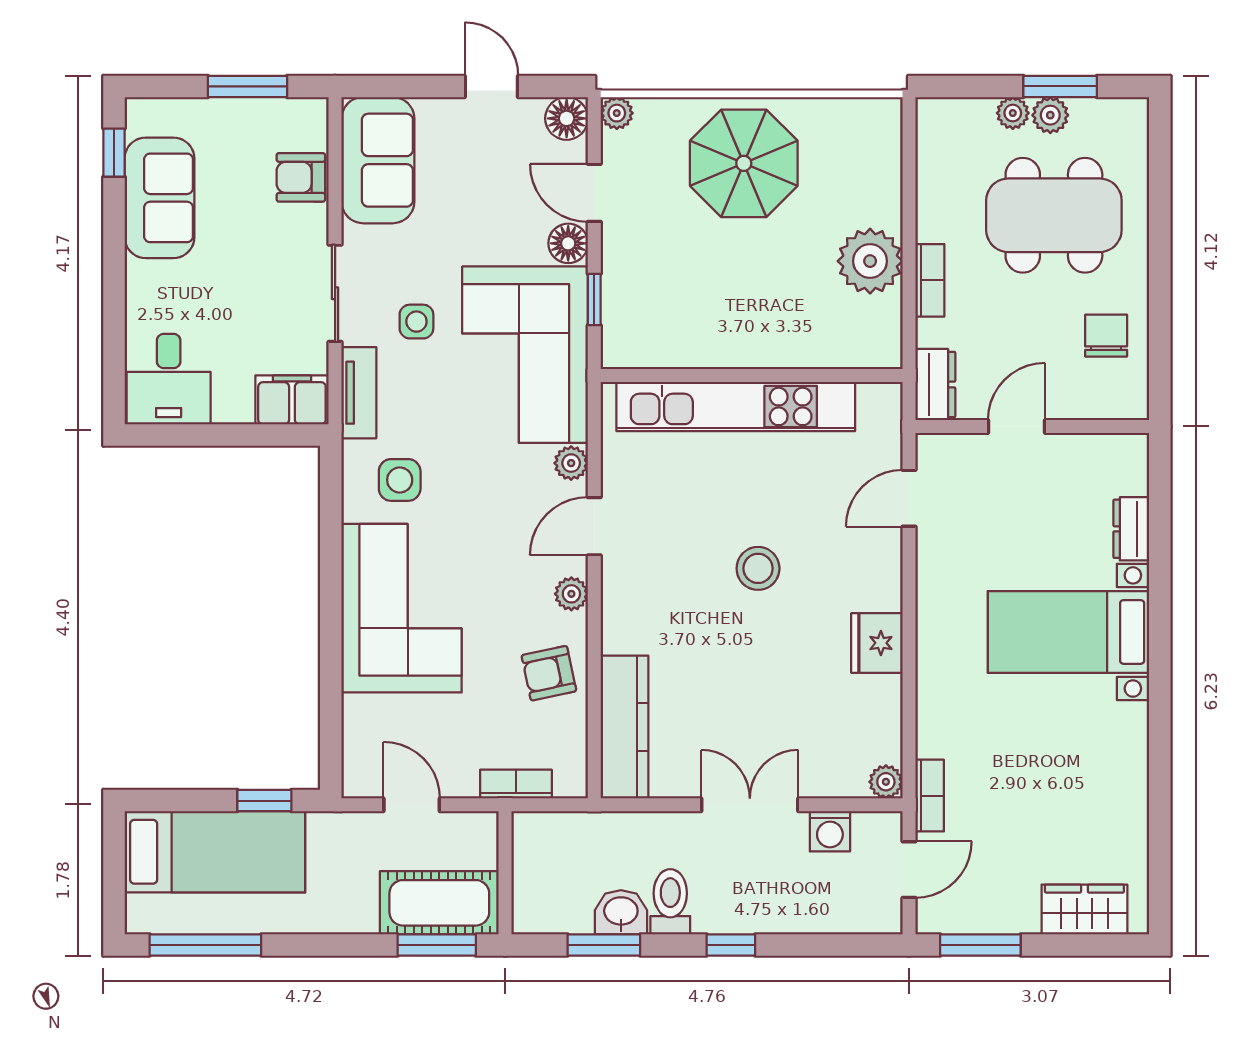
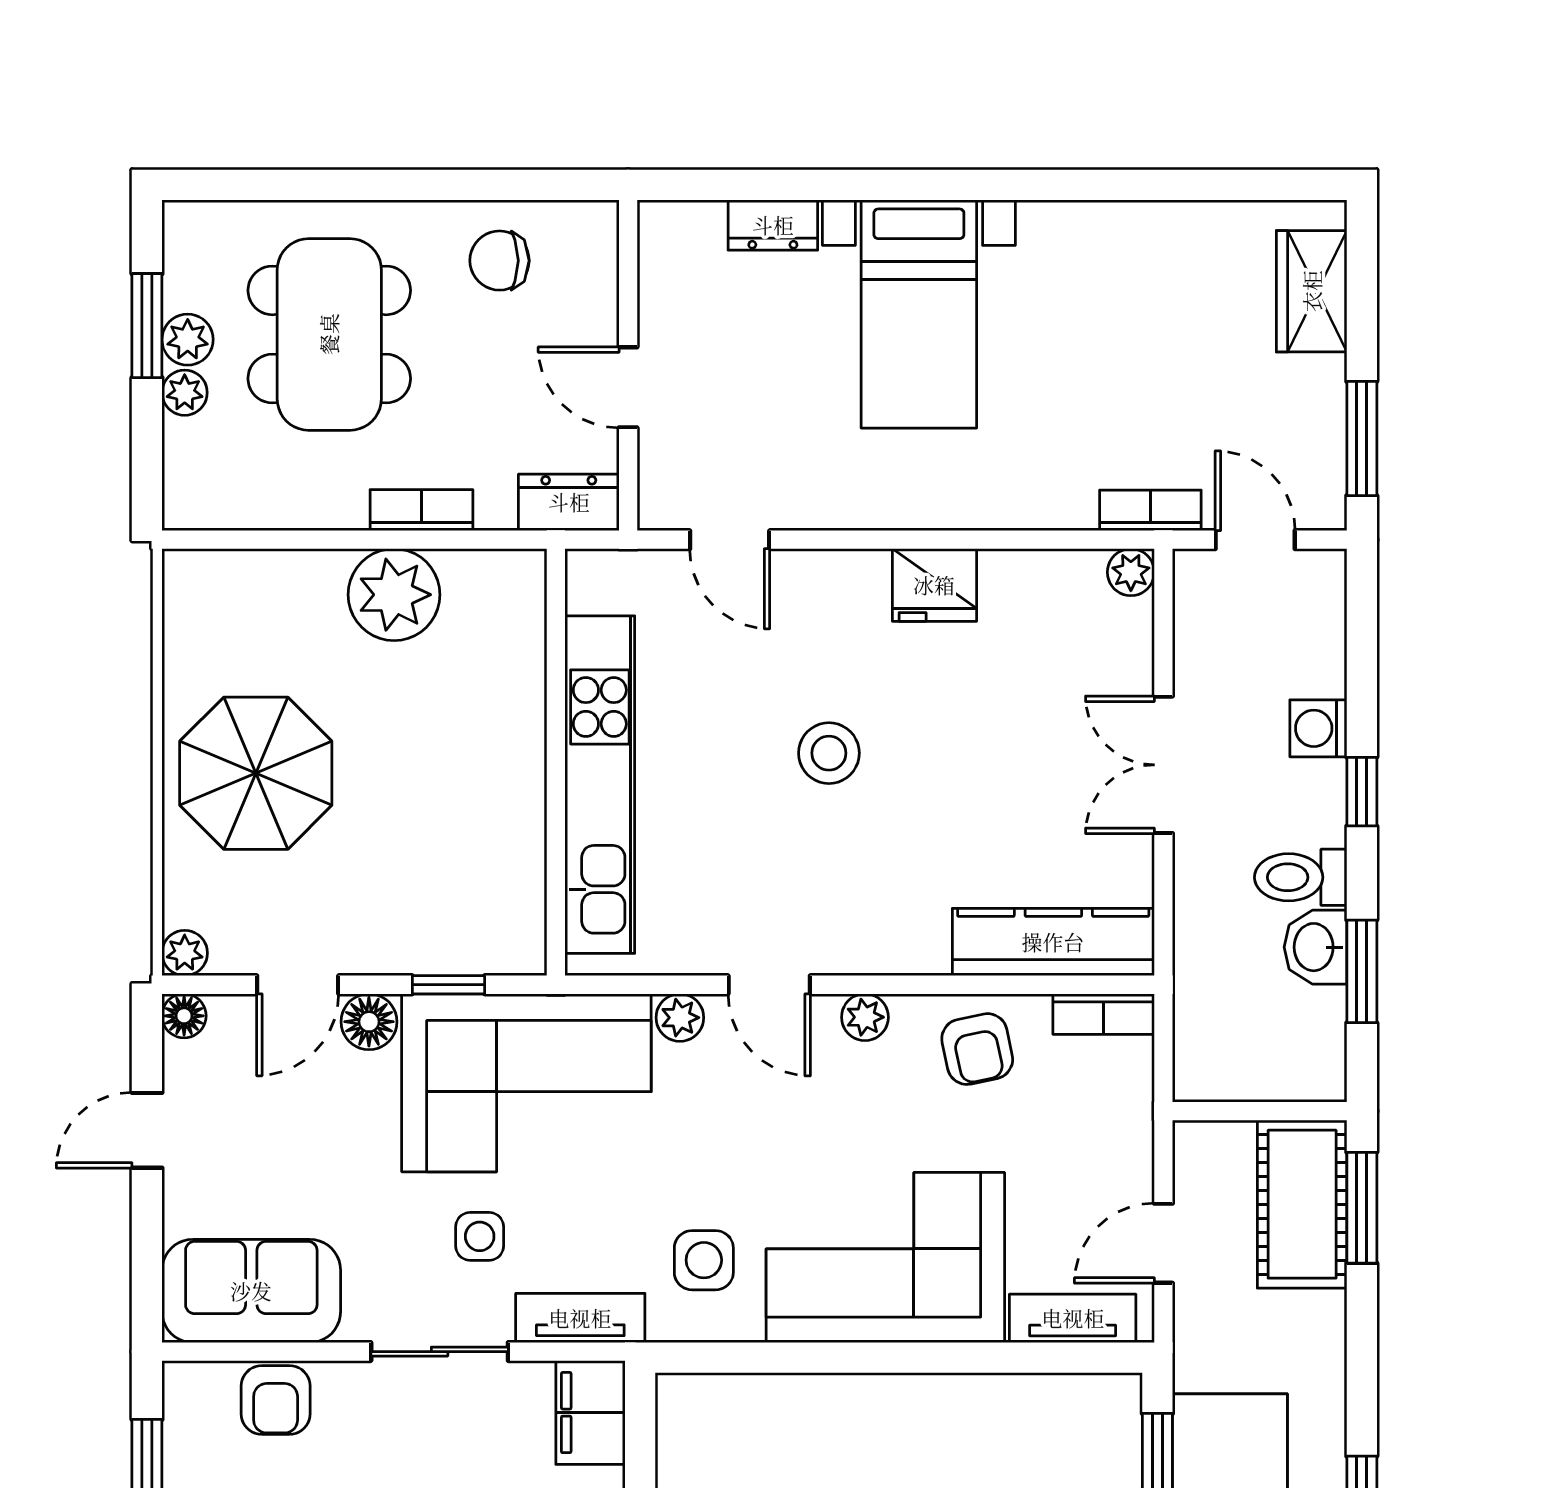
floor lamp: (567, 118) -> (184, 1016), width x0.73, depth x0.73
tv unit: (359, 741) -> (1073, 1318), added
bookcase: (516, 784) -> (1104, 1014), moved, turned -90
washing machine: (830, 831) -> (1318, 728), moved, turned 180

